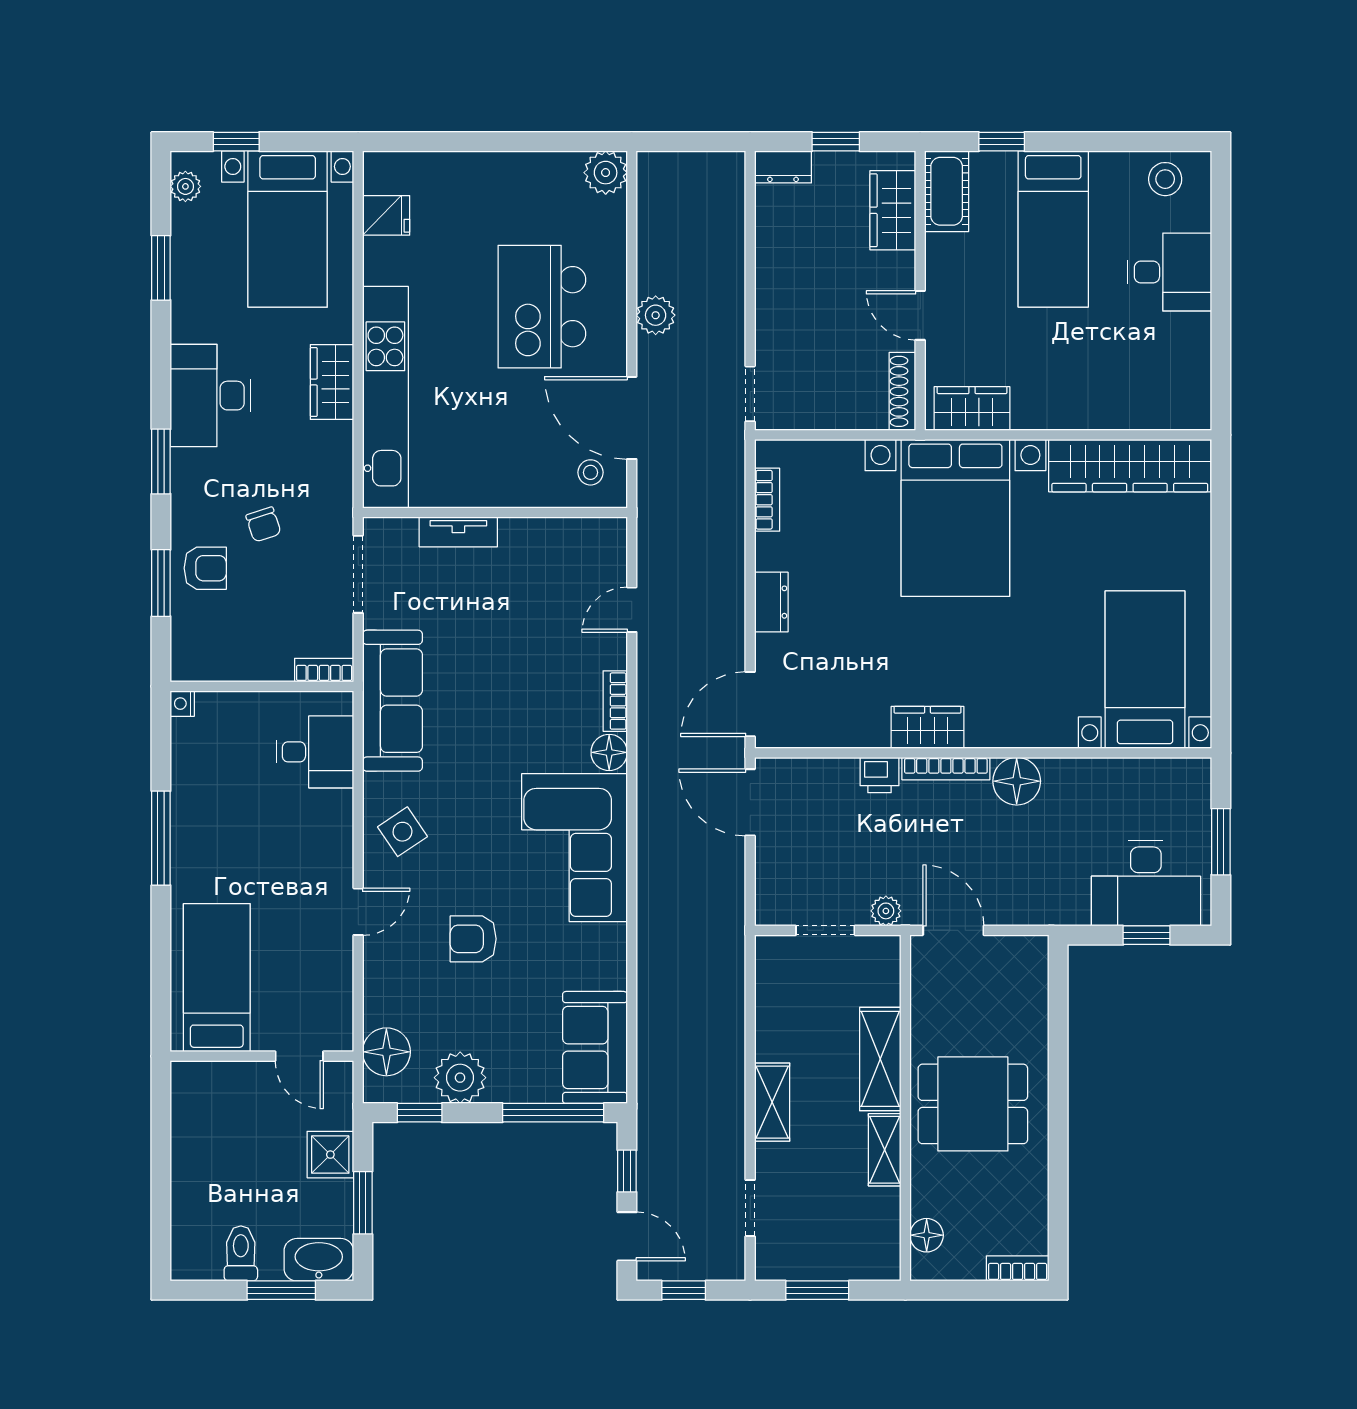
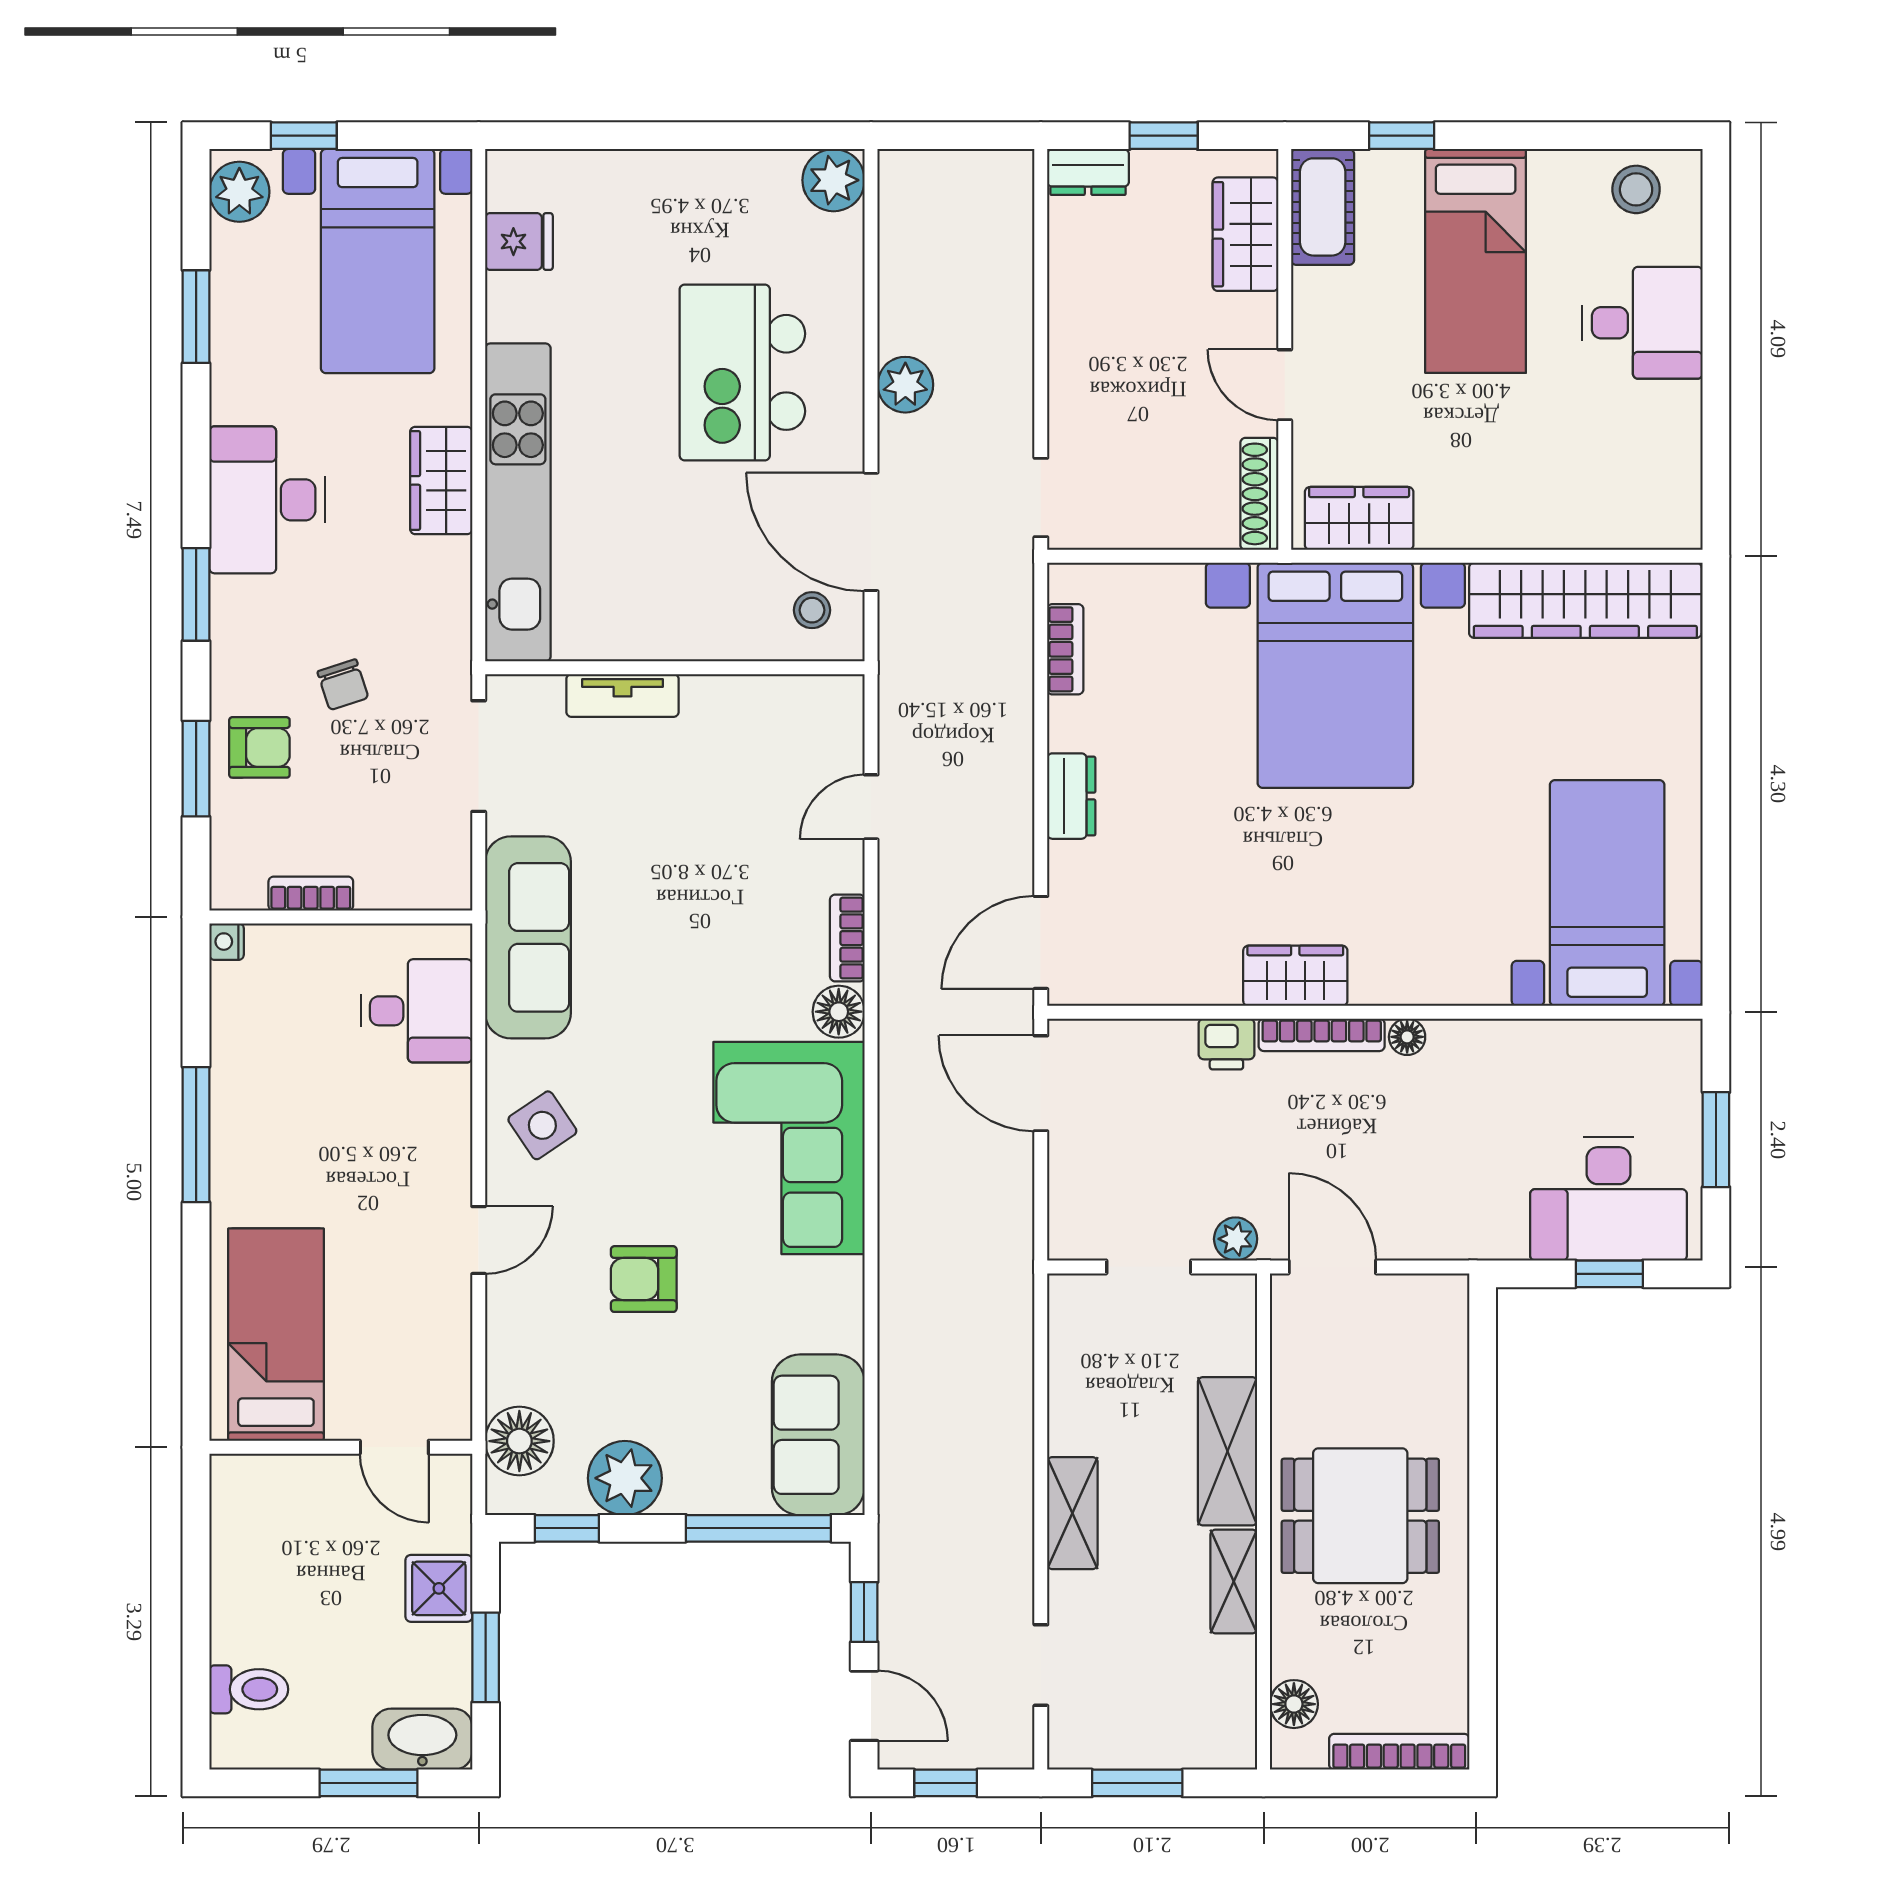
plant: (185, 186) -> (239, 192), width x1.38, depth x1.38
bookcase: (324, 670) -> (311, 894), moved
floor lamp: (1017, 781) -> (1407, 1037), width x0.53, depth x0.53
toilet: (241, 1253) -> (249, 1689), moved, turned 90
bookcase: (1018, 1268) -> (1399, 1752), width x1.56

